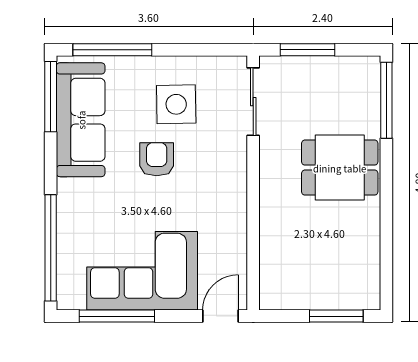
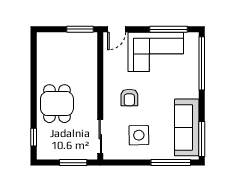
window: (386, 100) -> (34, 137), width x0.46
armchair: (157, 159) -> (129, 97), moved
dining table: (340, 168) -> (57, 104), turned 90
window: (336, 316) -> (80, 29), moved

